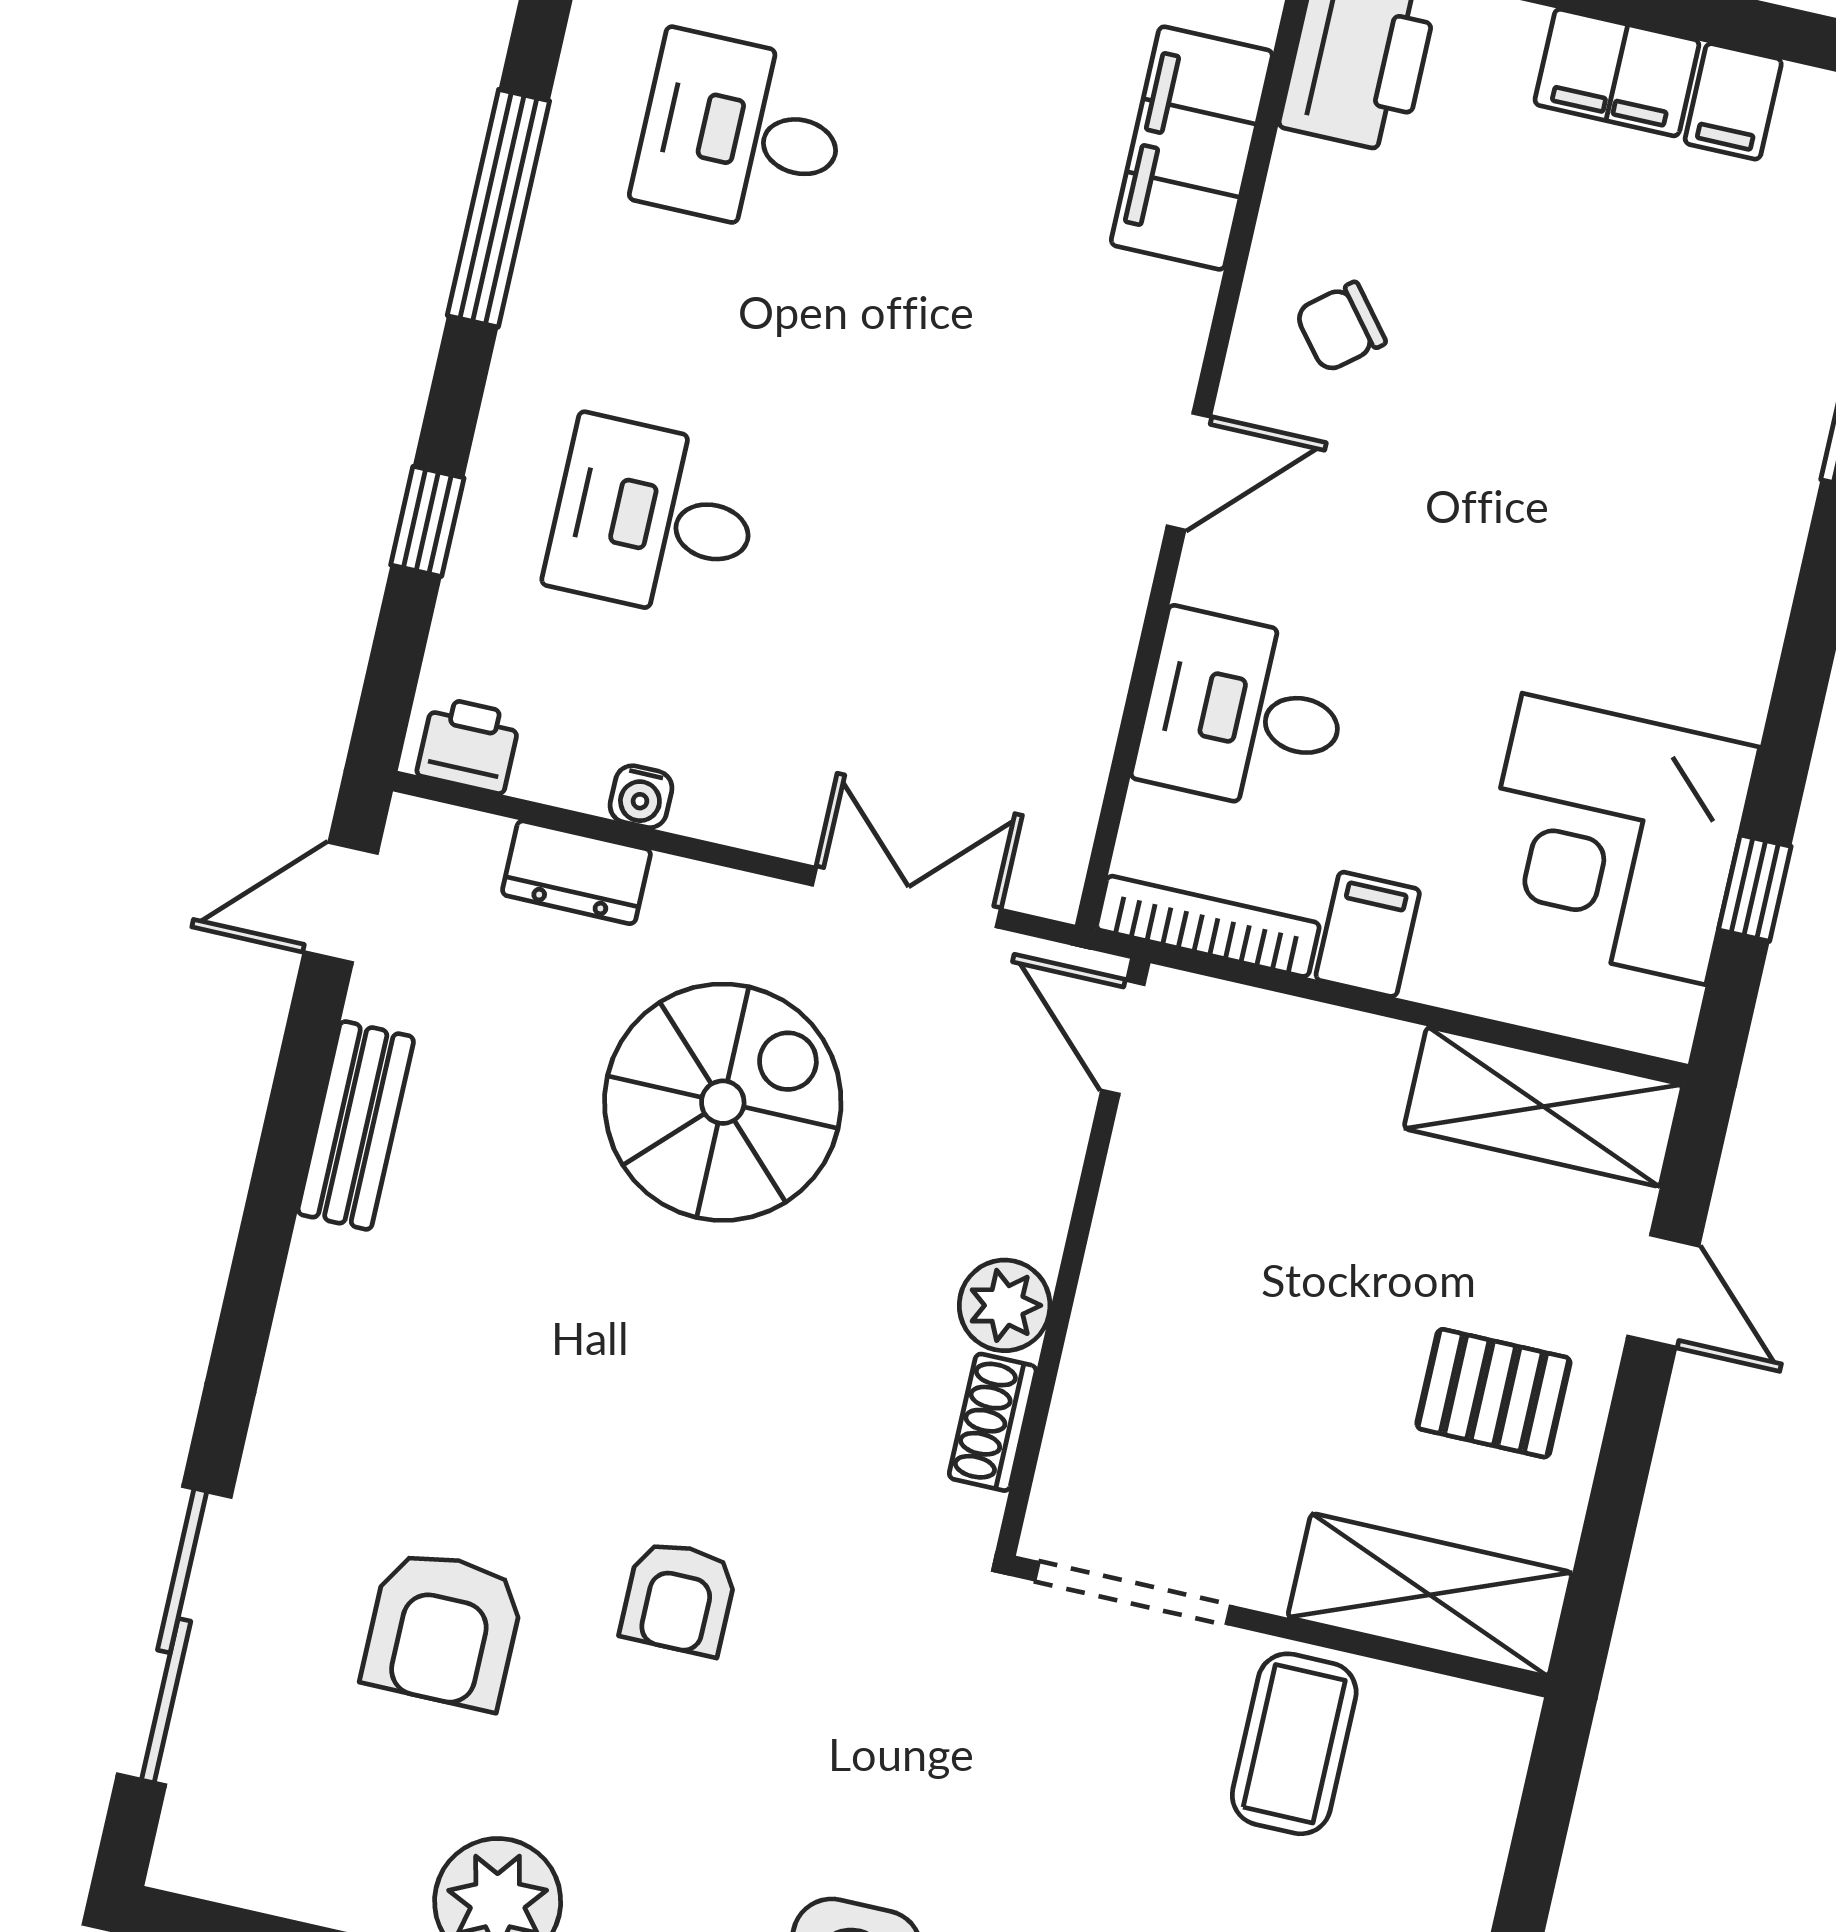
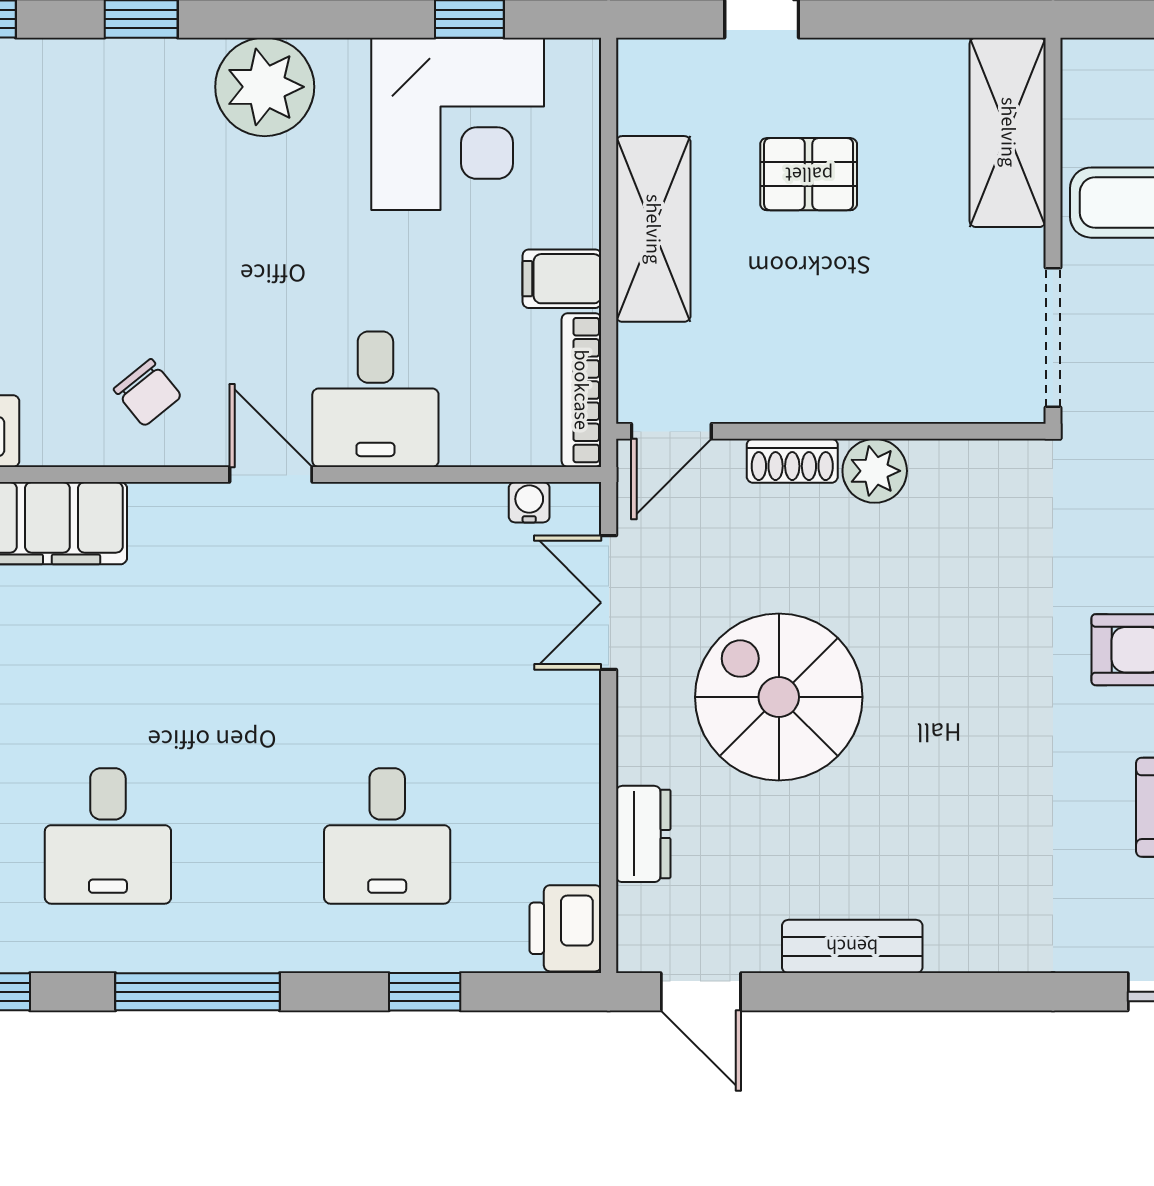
plant: (1725, 584) -> (265, 87), added
desk: (1243, 712) -> (375, 399), moved
printer: (469, 745) -> (565, 928), width x1.36, depth x1.24
water cooler: (641, 797) -> (529, 502), moved, turned -90
shelving: (1543, 1107) -> (653, 229), moved
pallet: (1493, 1393) -> (809, 174), moved, turned 90
shoe rack: (993, 1422) -> (792, 461), moved

